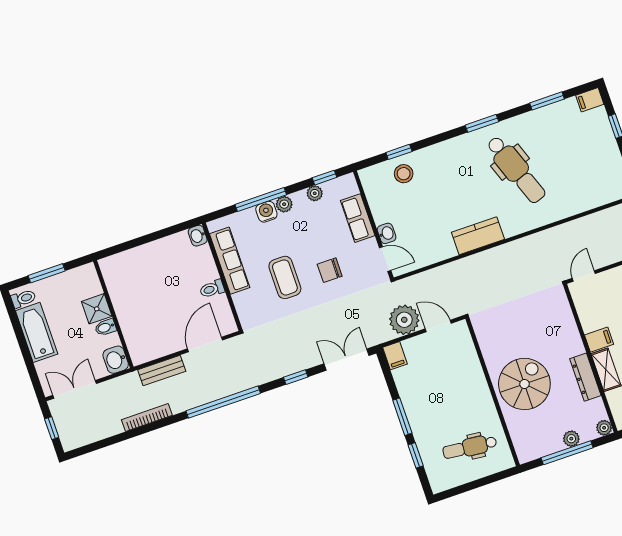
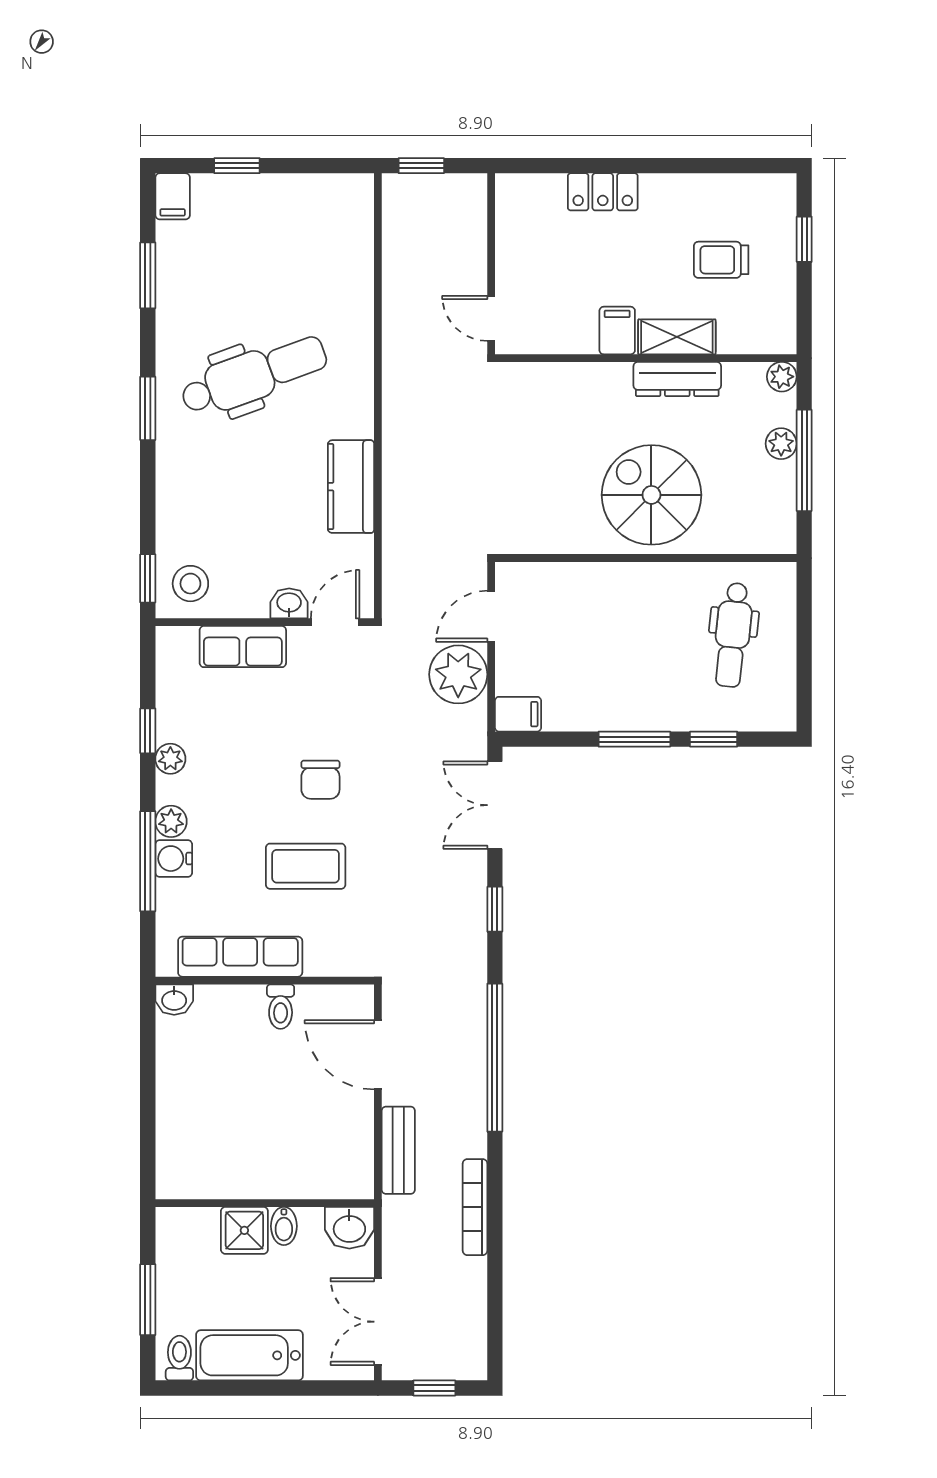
row of seats: (358, 218) -> (243, 647), moved
wall: (373, 225) -> (265, 622), moved
washbasin: (387, 233) -> (289, 603), moved
door: (385, 259) -> (335, 622), moved

